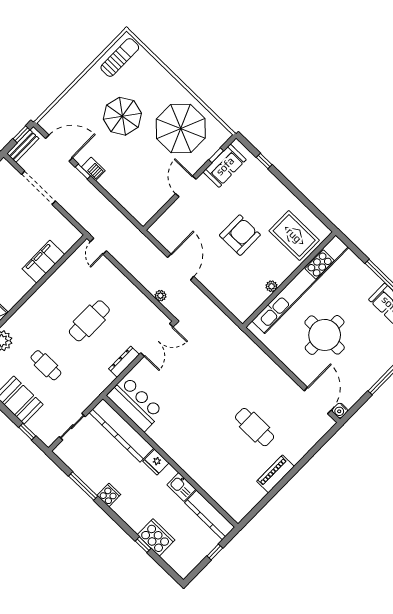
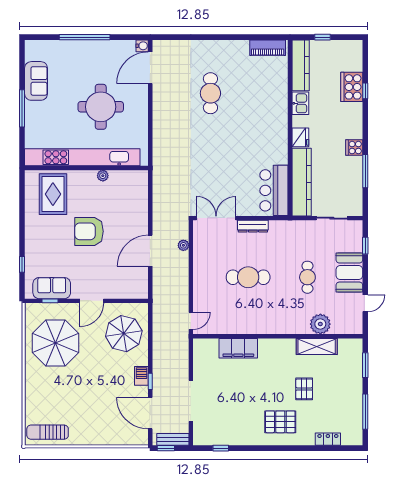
parasol: (122, 116) -> (124, 334), moved
piano: (275, 474) -> (268, 48), moved

